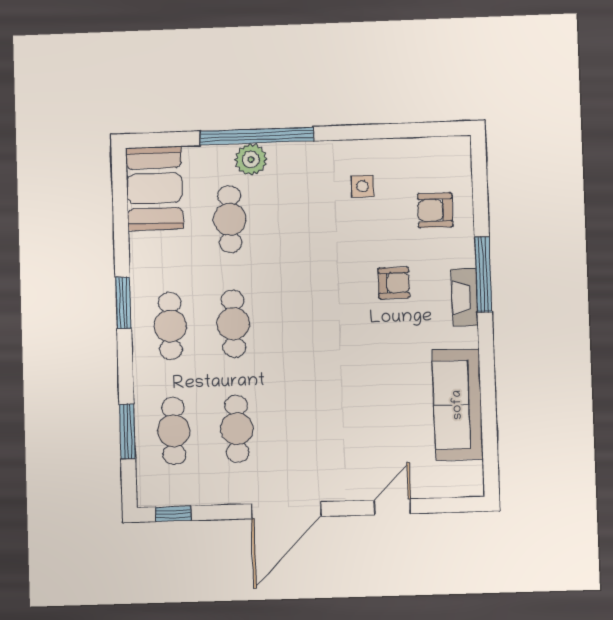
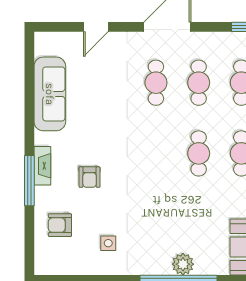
armchair: (435, 210) -> (60, 225), turned 180
cafe table: (230, 219) -> (156, 83), moved
armchair: (394, 283) -> (90, 177), turned -90

